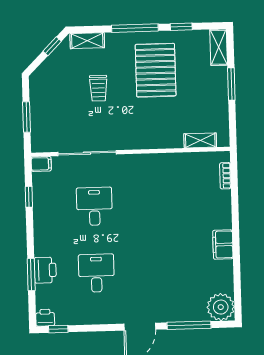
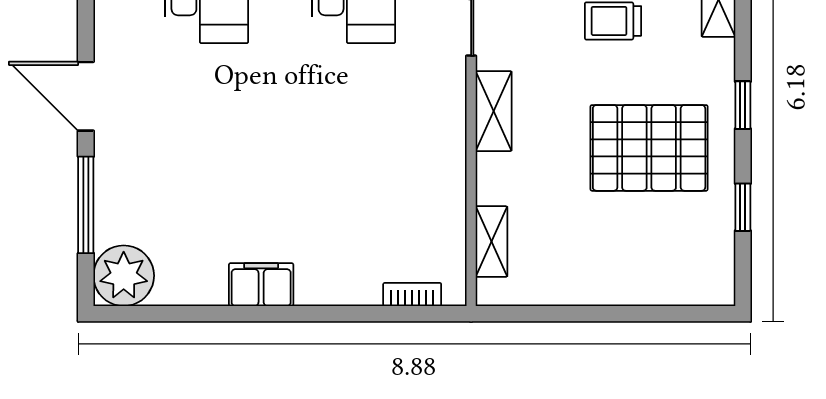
window: (135, 28) -> (743, 105), width x0.46
shelving: (219, 47) -> (494, 111), moved, turned 90
window: (231, 84) -> (614, 314), removed

